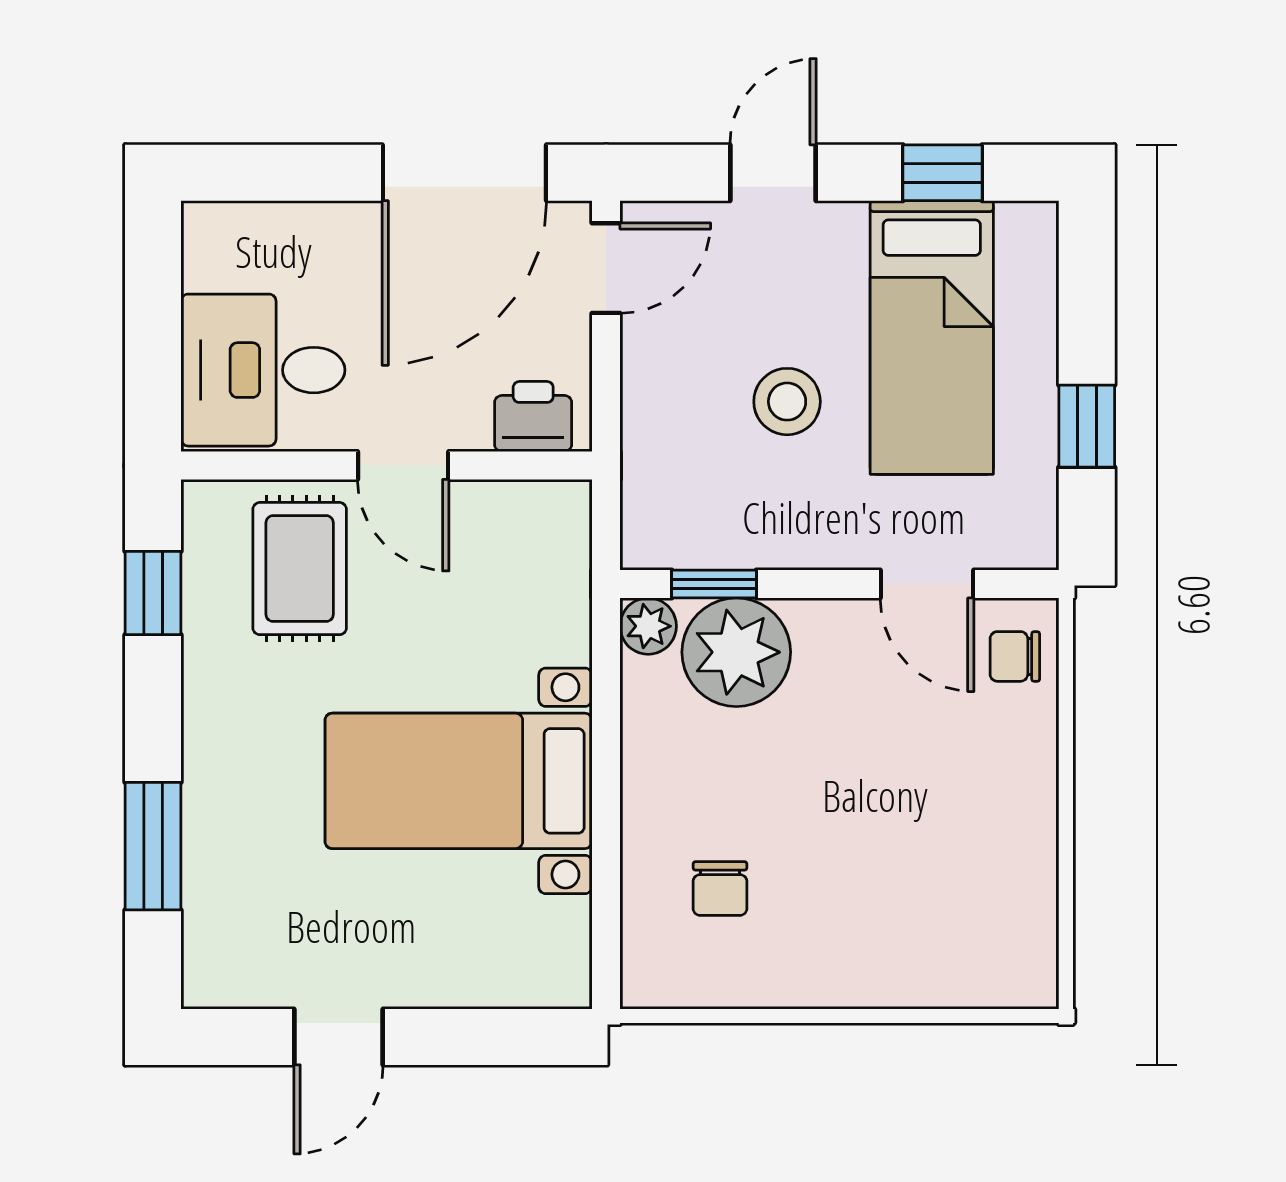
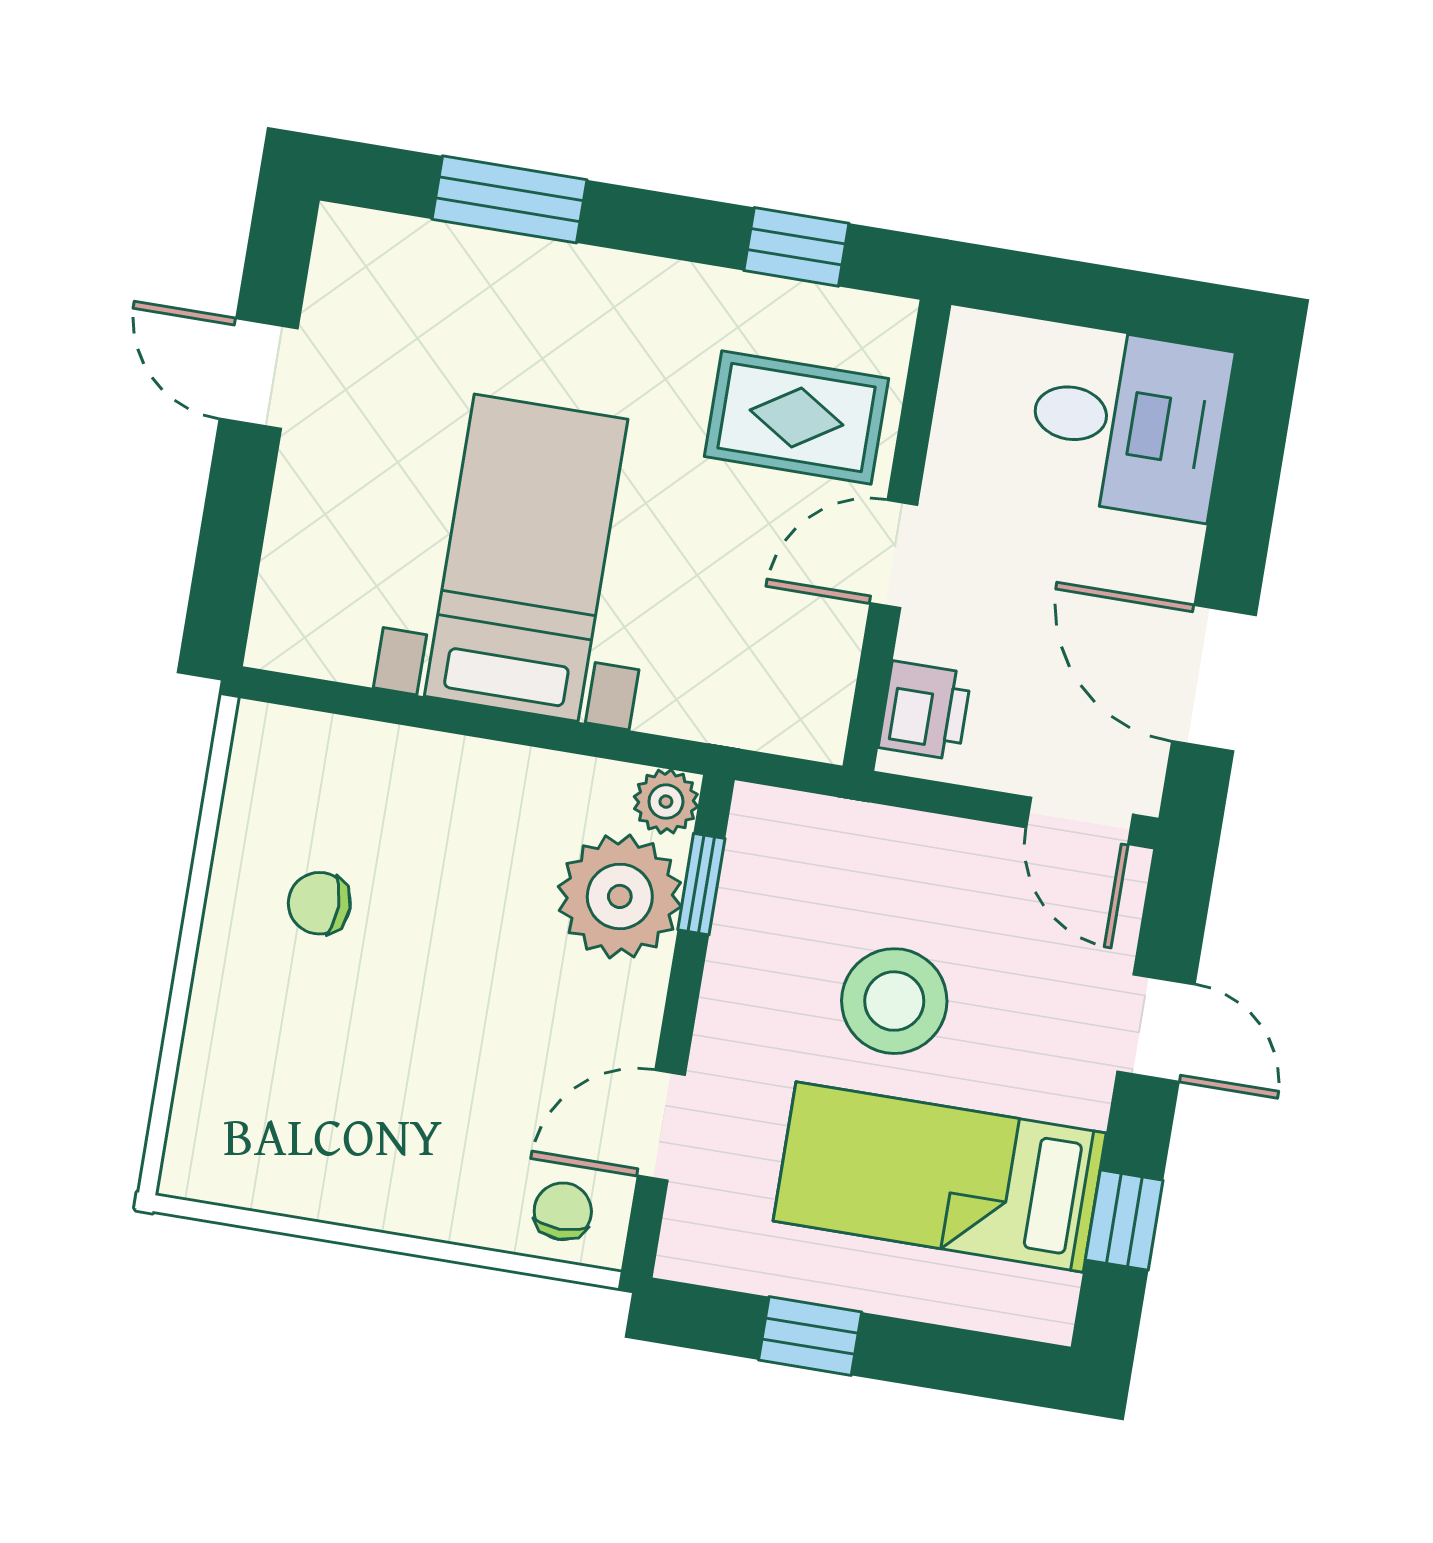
door: (464, 173) -> (1214, 678), width x0.73
desk: (263, 370) -> (1128, 423), moved, turned 90
stool: (787, 402) -> (894, 1001), width x1.38, depth x1.38
chair: (720, 889) -> (319, 903), moved

